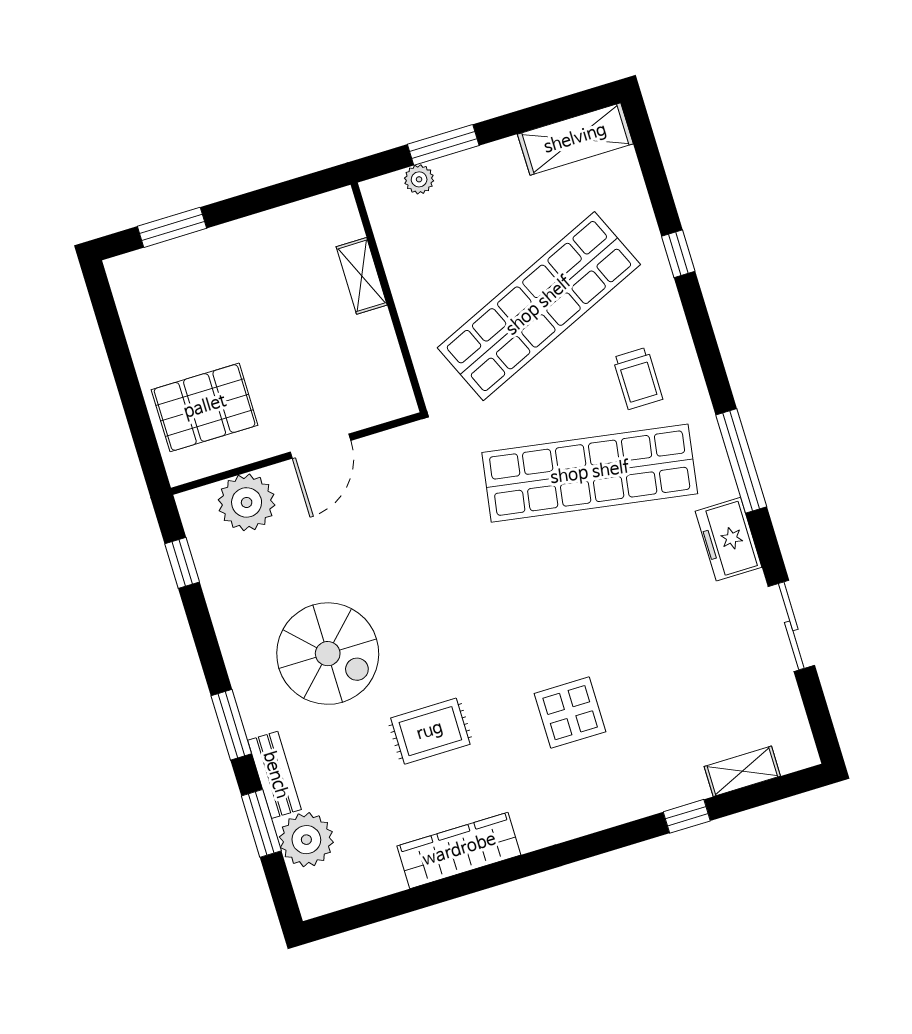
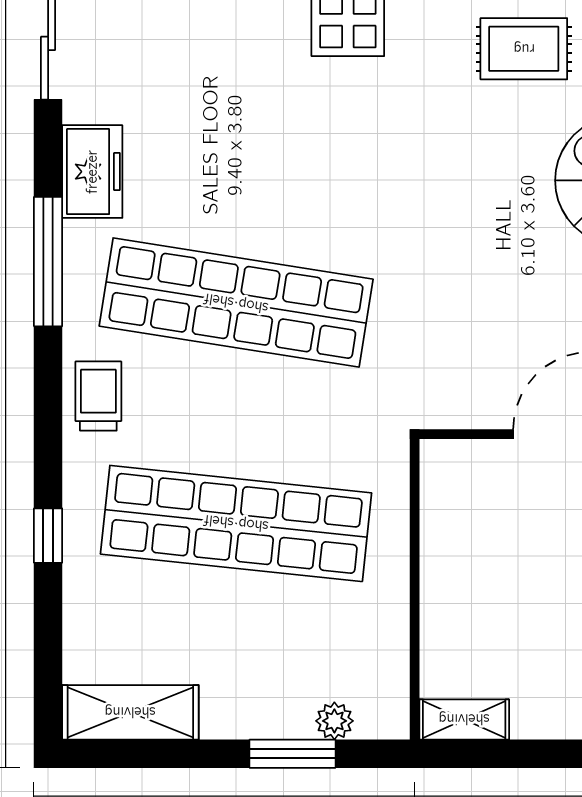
shelving: (362, 276) -> (464, 719), moved, turned 90
shop shelf: (539, 306) -> (236, 523), turned 30
trolley: (638, 378) -> (98, 396), moved

